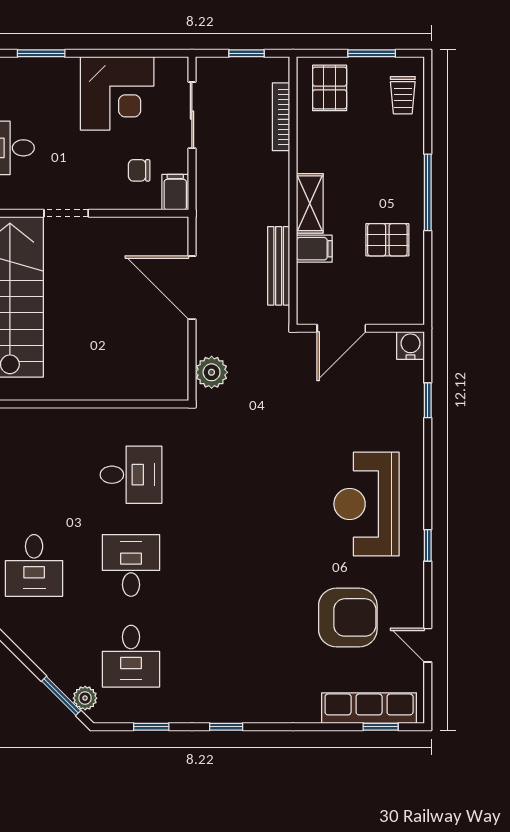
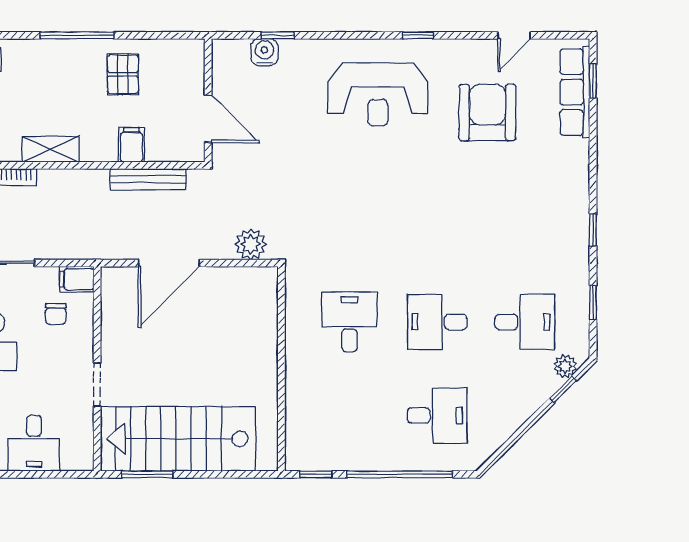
shelving: (310, 203) -> (51, 149), moved
water cooler: (410, 346) -> (264, 52), moved, turned 90
window: (61, 696) -> (563, 389), width x0.67

